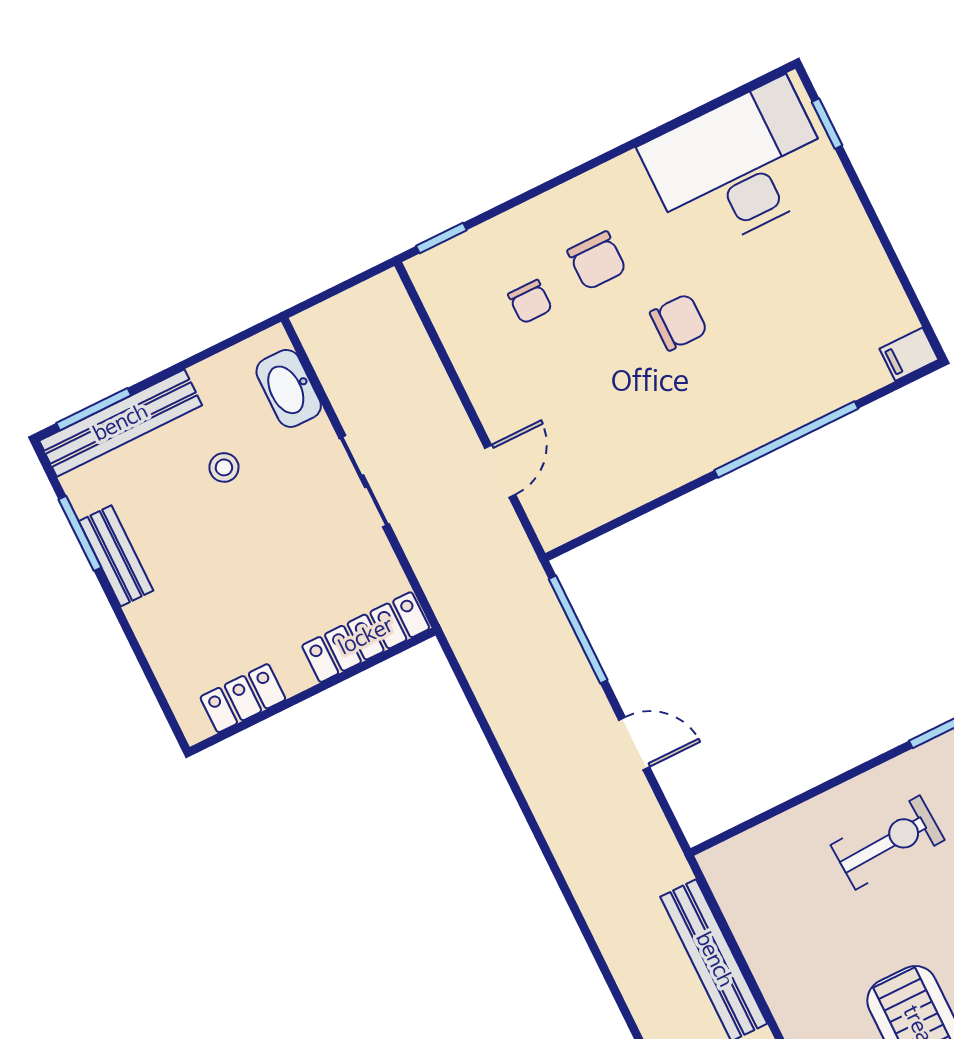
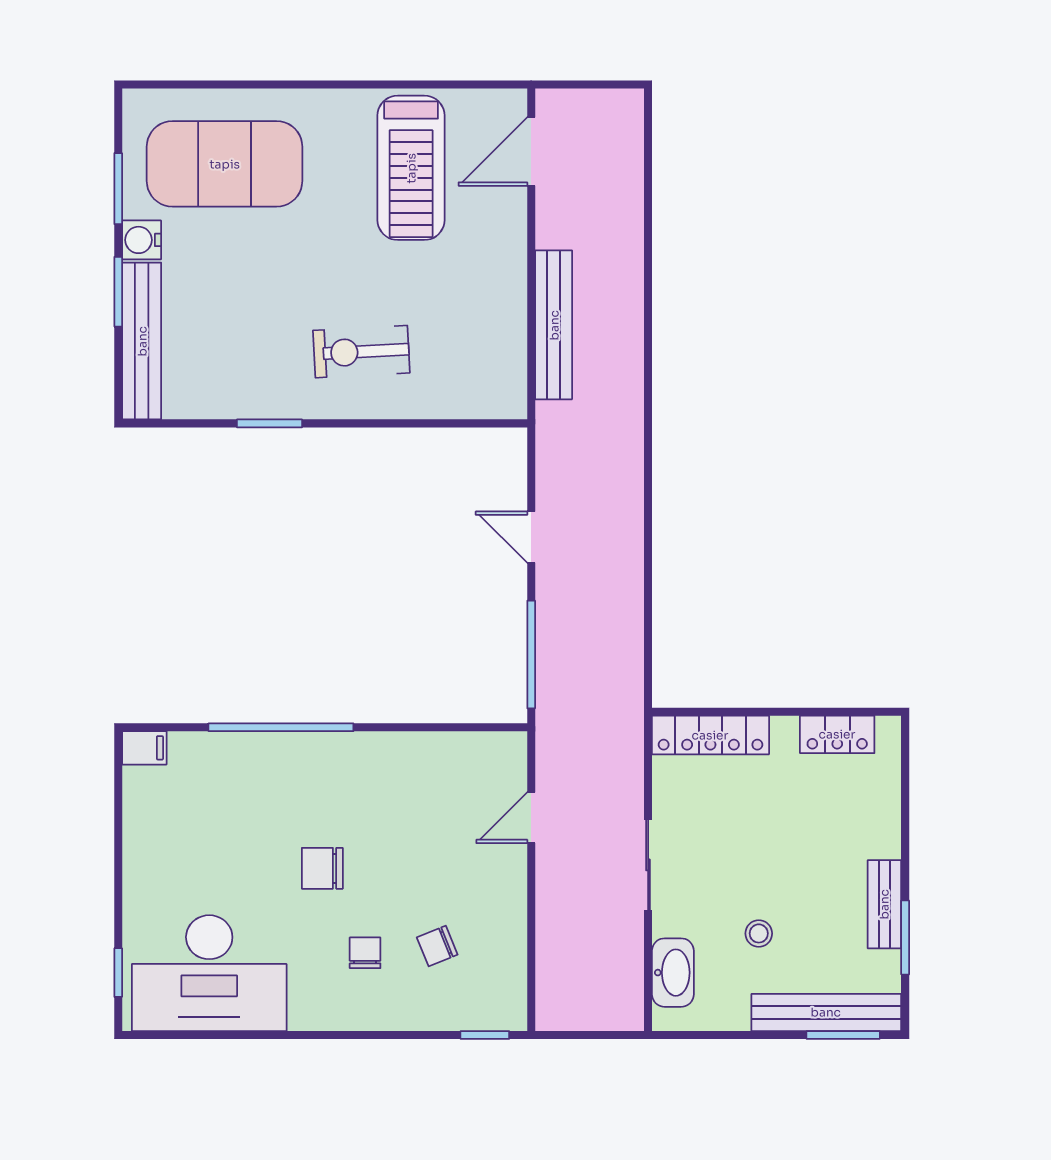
chair: (597, 261) -> (365, 953), width x0.73, depth x0.73
chair: (530, 302) -> (437, 946), turned -112

